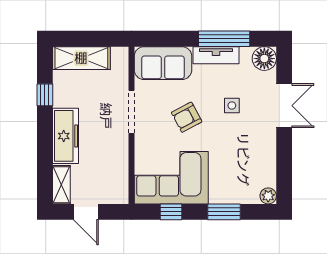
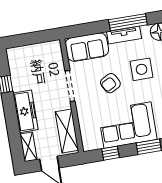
shelving: (81, 58) -> (67, 131), moved, turned 90
side table: (232, 105) -> (142, 69), width x1.87, depth x1.87
corner sofa: (171, 178) -> (127, 125), moved

